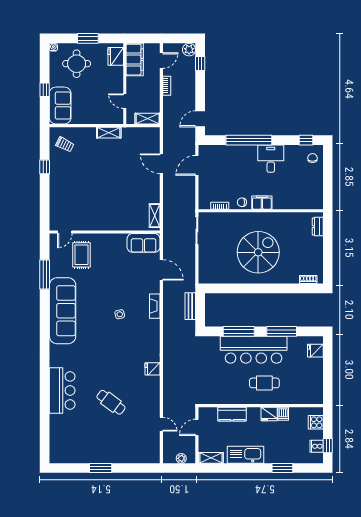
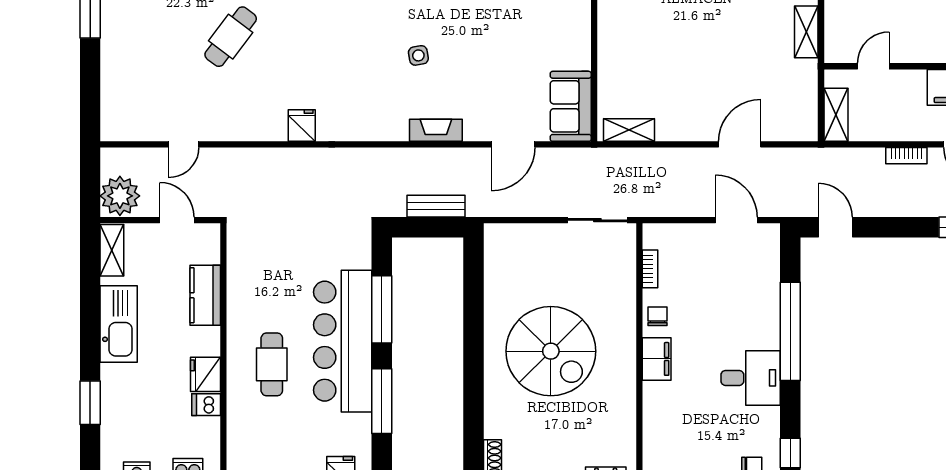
plant: (181, 458) -> (120, 196), width x1.88, depth x1.88

